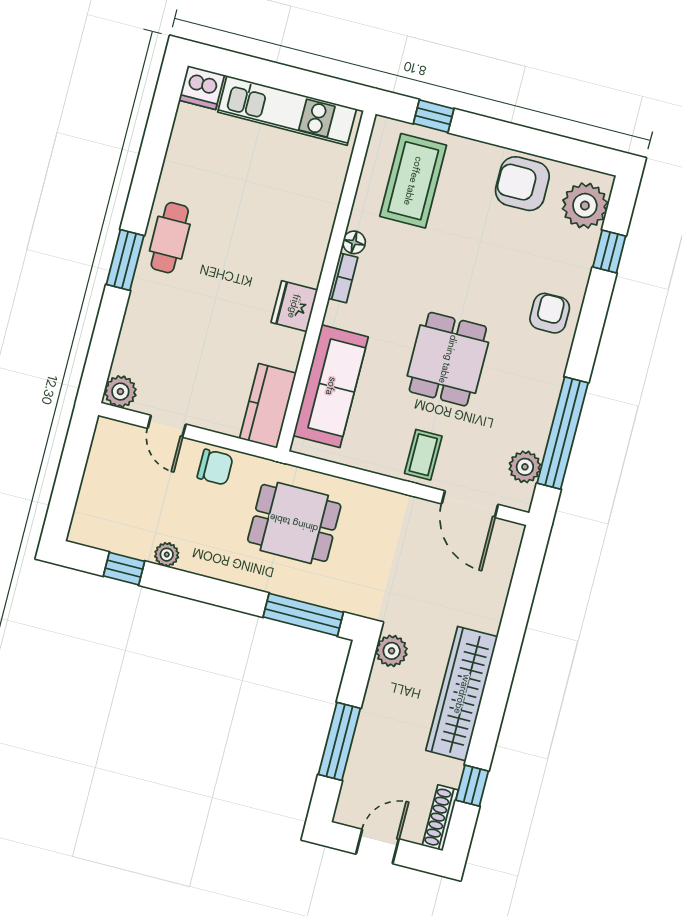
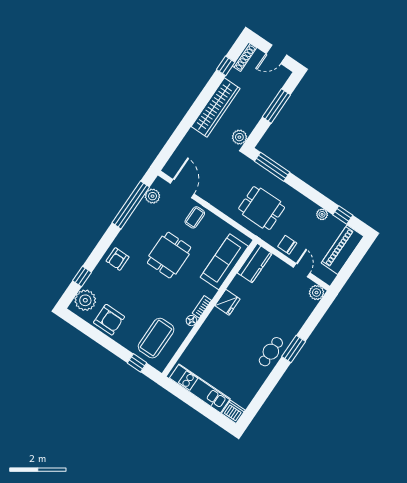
piano: (99, 498) -> (342, 250), added

